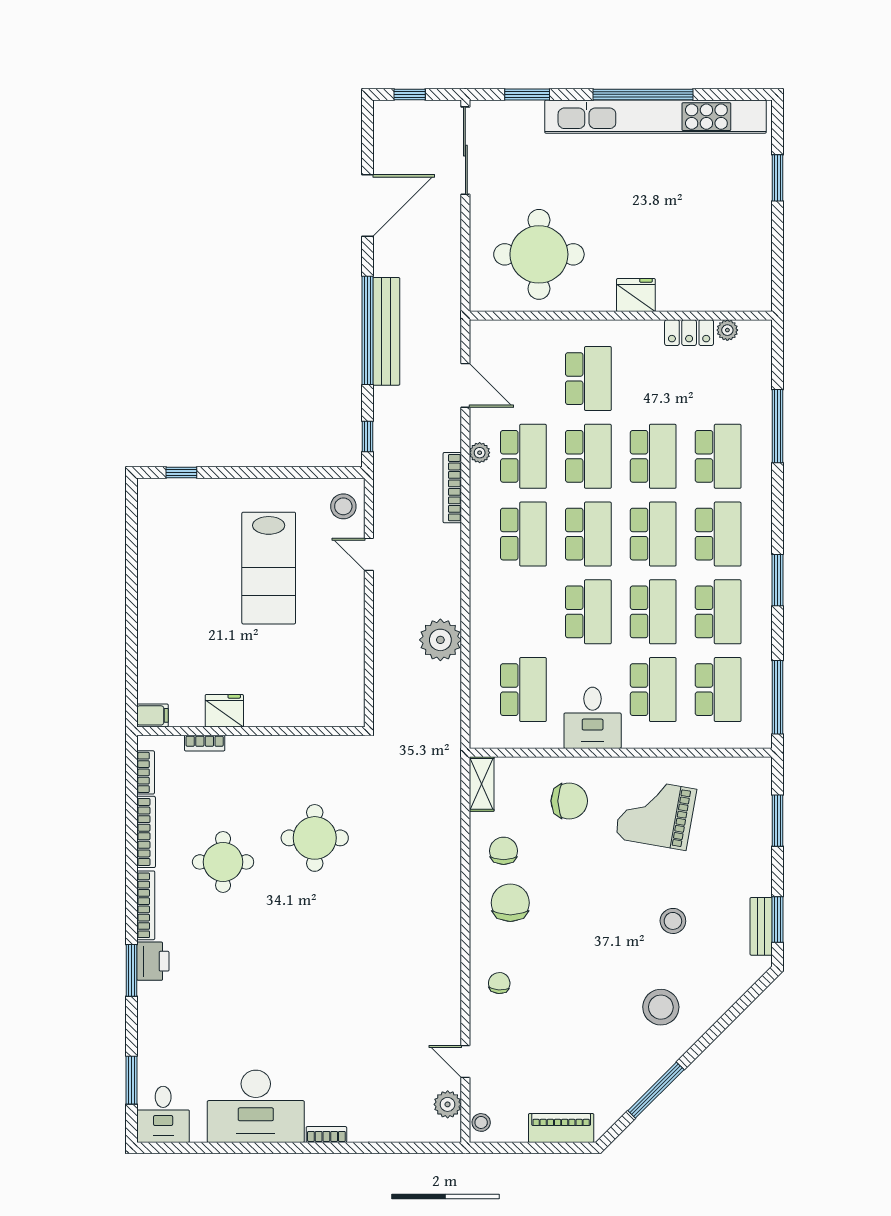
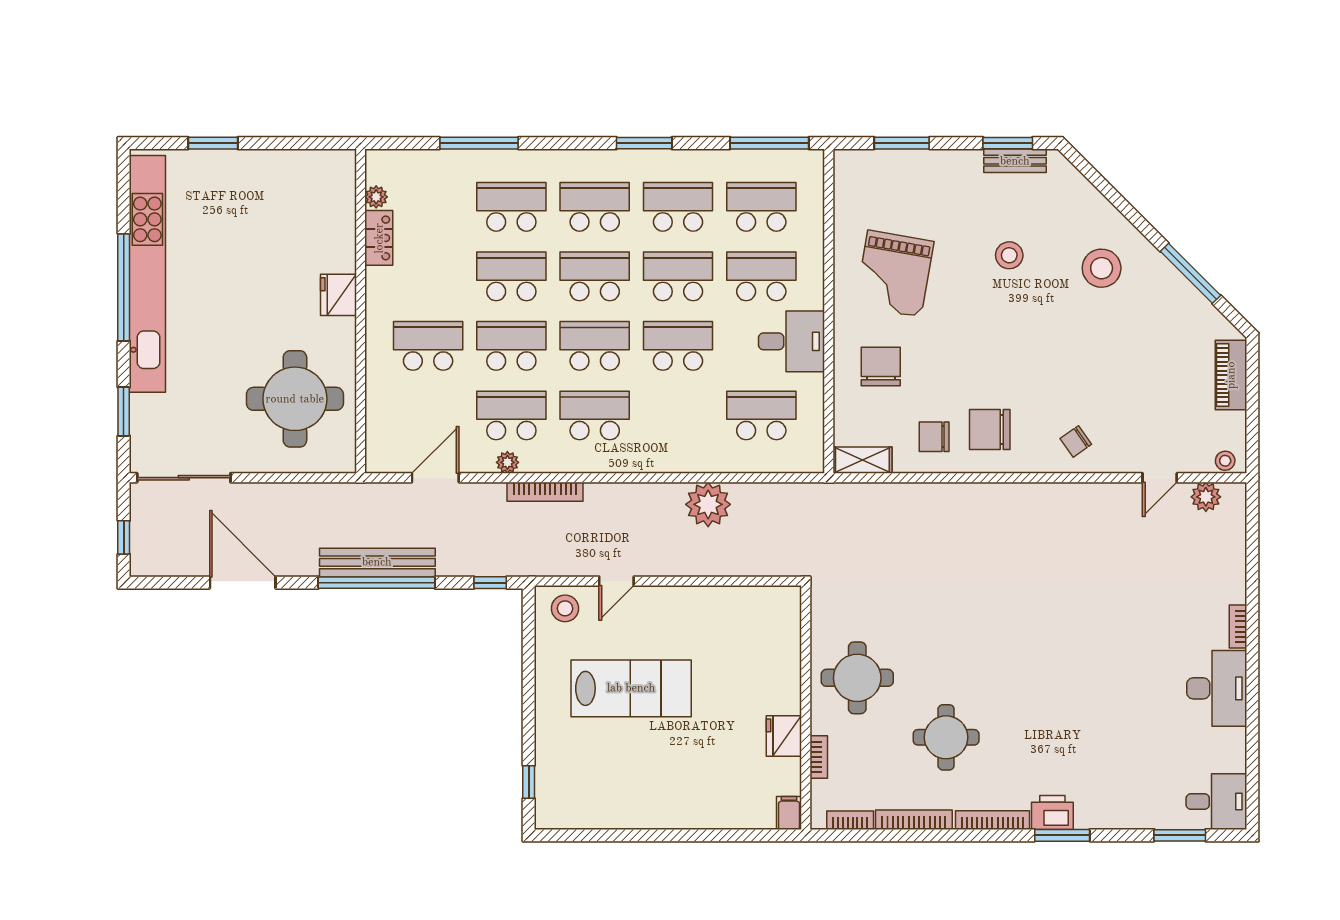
round table: (315, 838) -> (857, 678), moved
chair: (499, 983) -> (1076, 441), turned -39
desk: (256, 1106) -> (1217, 688), width x0.73, depth x0.77

